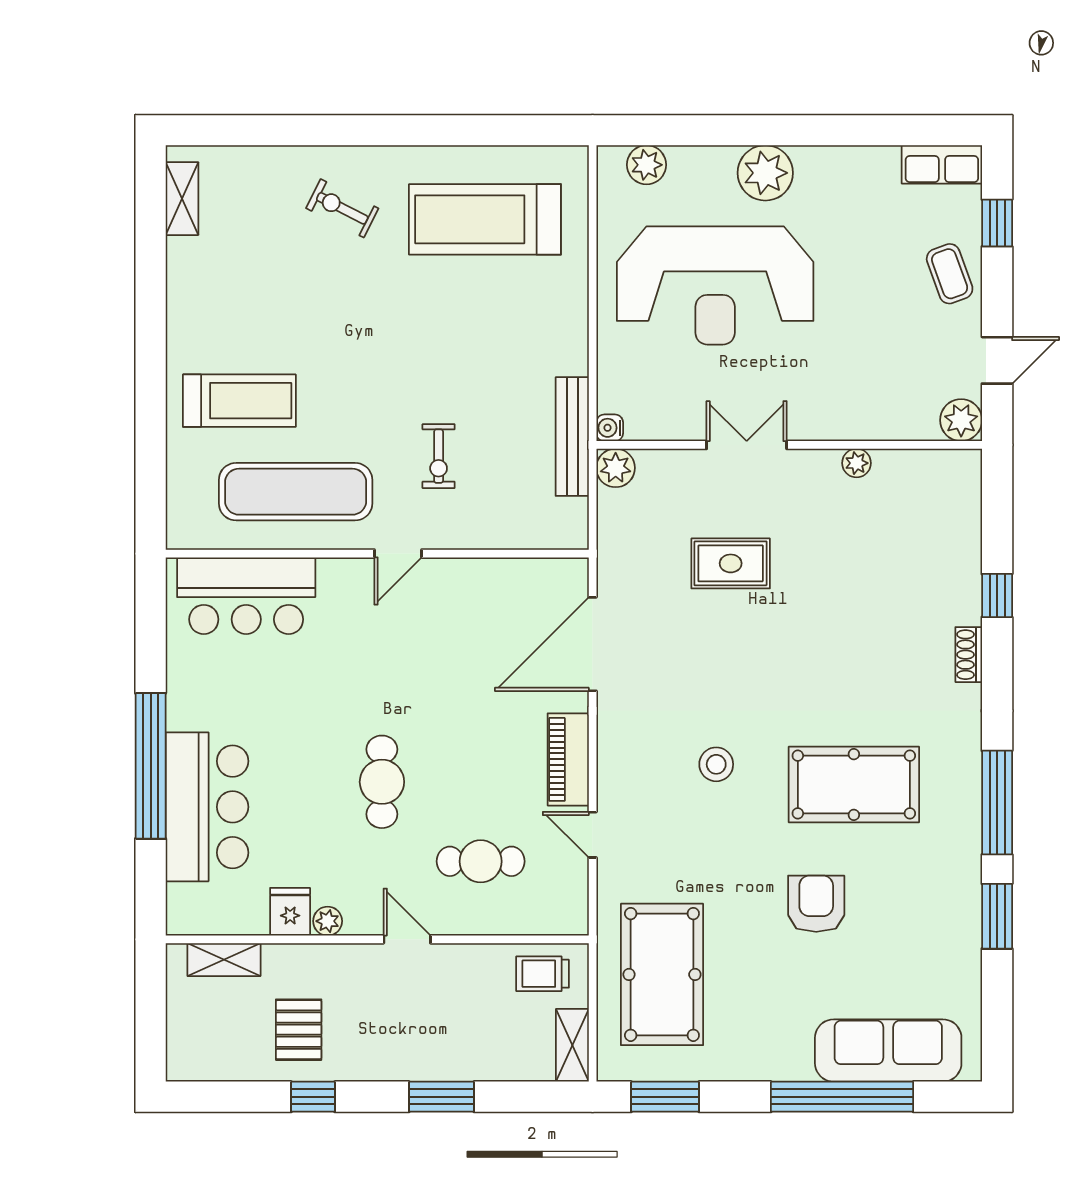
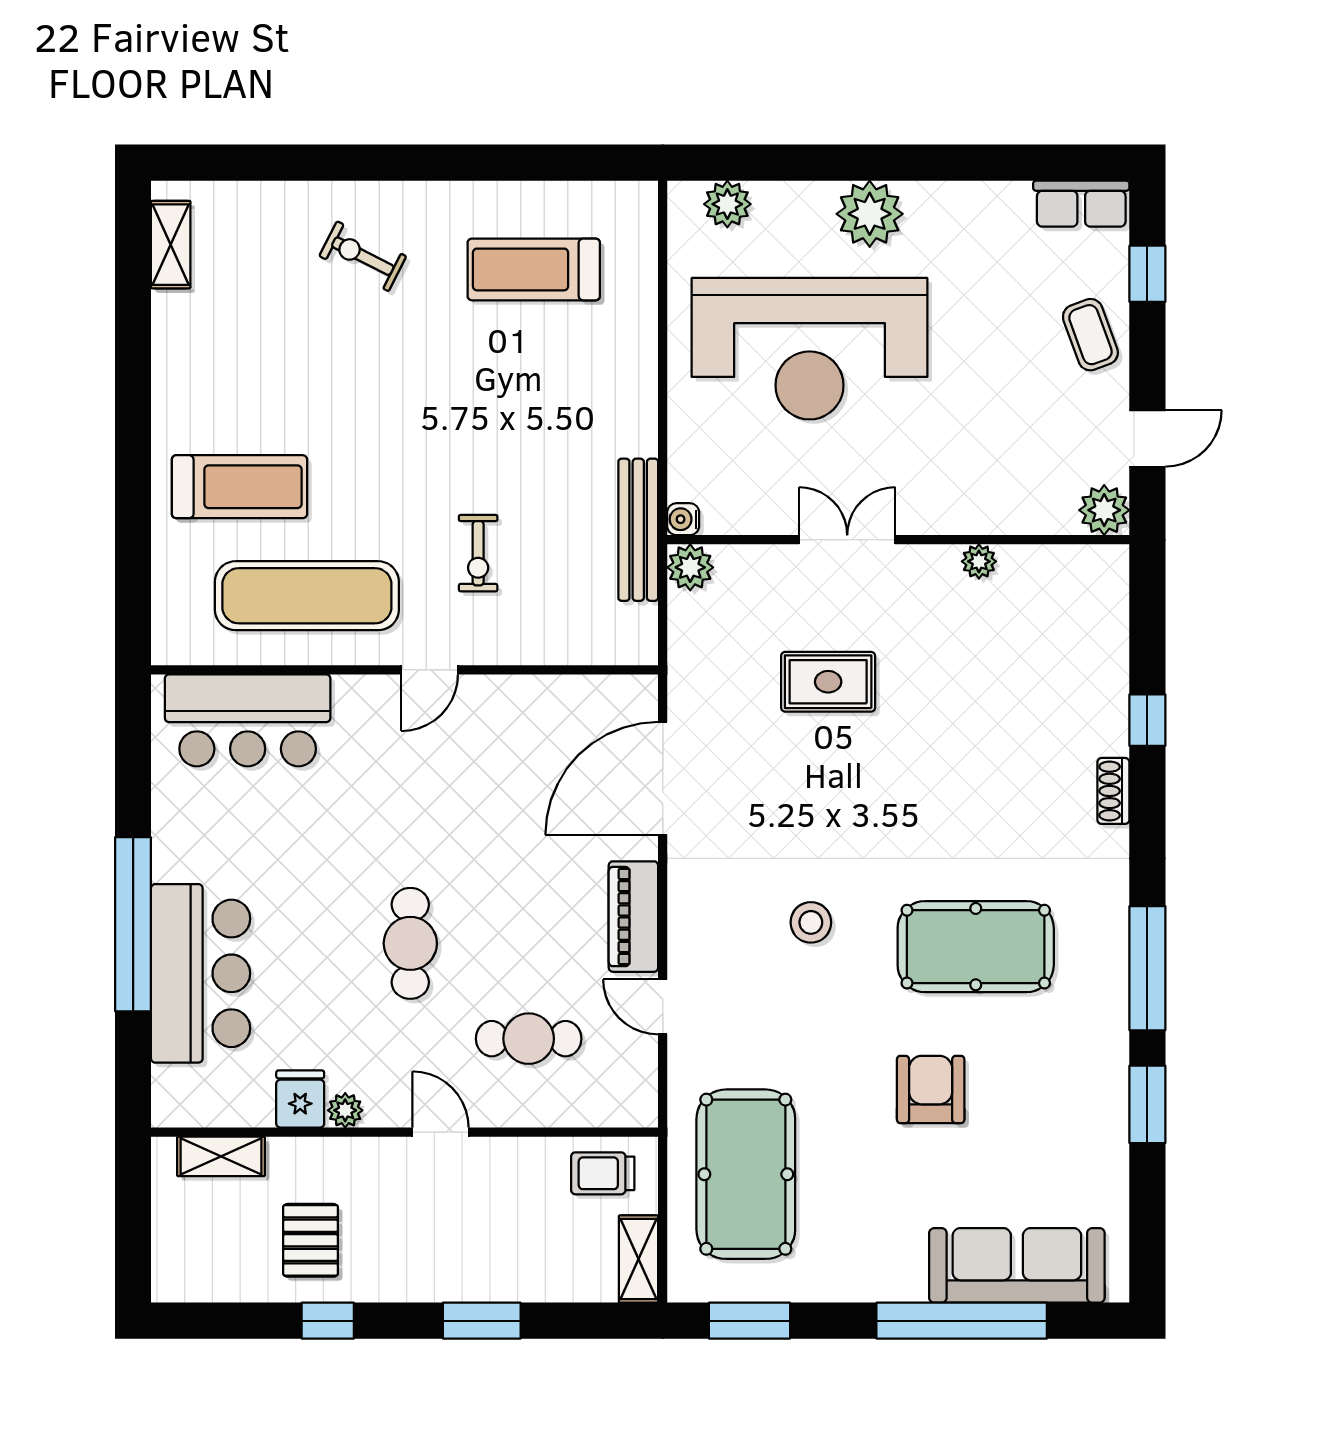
treadmill: (485, 219) -> (534, 269), width x0.73, depth x0.73

